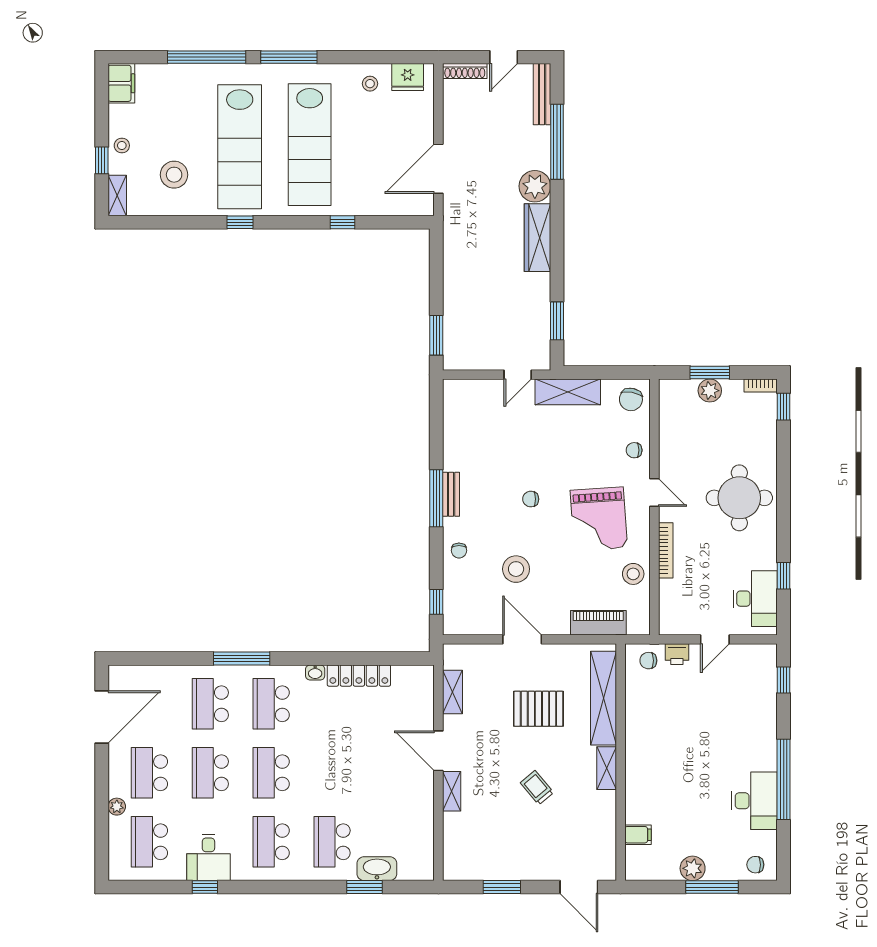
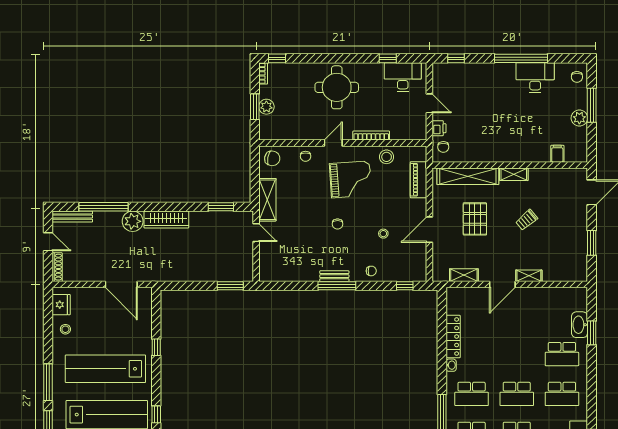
lab bench: (310, 145) -> (105, 369), turned 180
stool: (516, 569) -> (383, 234), width x0.53, depth x0.53

